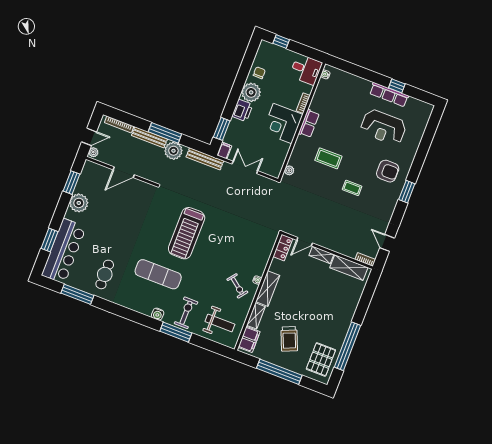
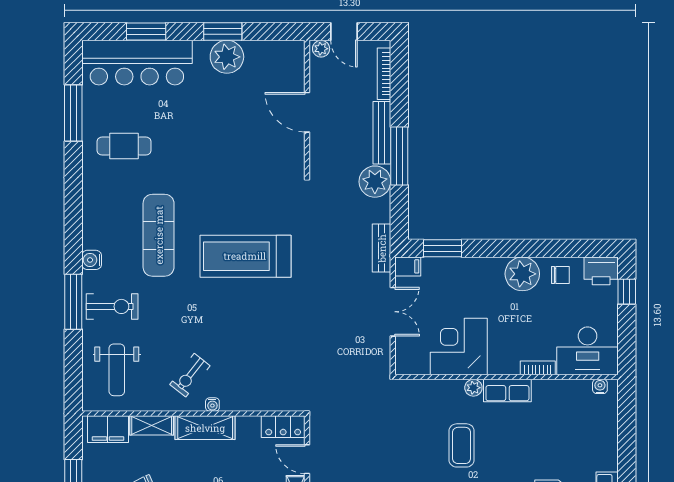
desk: (306, 69) -> (588, 351), width x1.37
printer: (242, 110) -> (601, 271), moved
corner desk: (283, 124) -> (459, 347), moved
bench: (205, 159) -> (382, 248), width x0.73
plant: (289, 170) -> (473, 388), moved
window: (72, 183) -> (223, 32), moved

